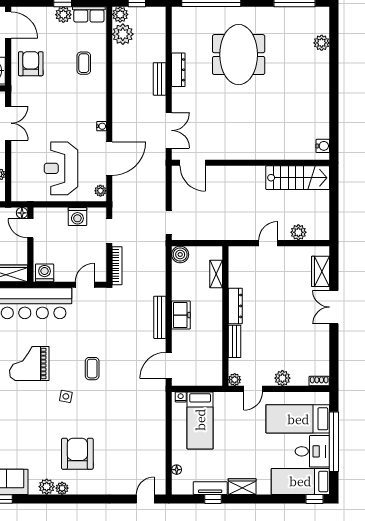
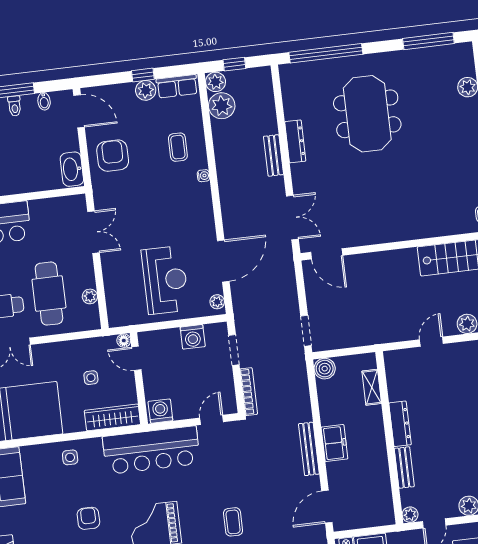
water cooler: (102, 126) -> (203, 176), moved
reception desk: (61, 168) -> (165, 280), turned 180

